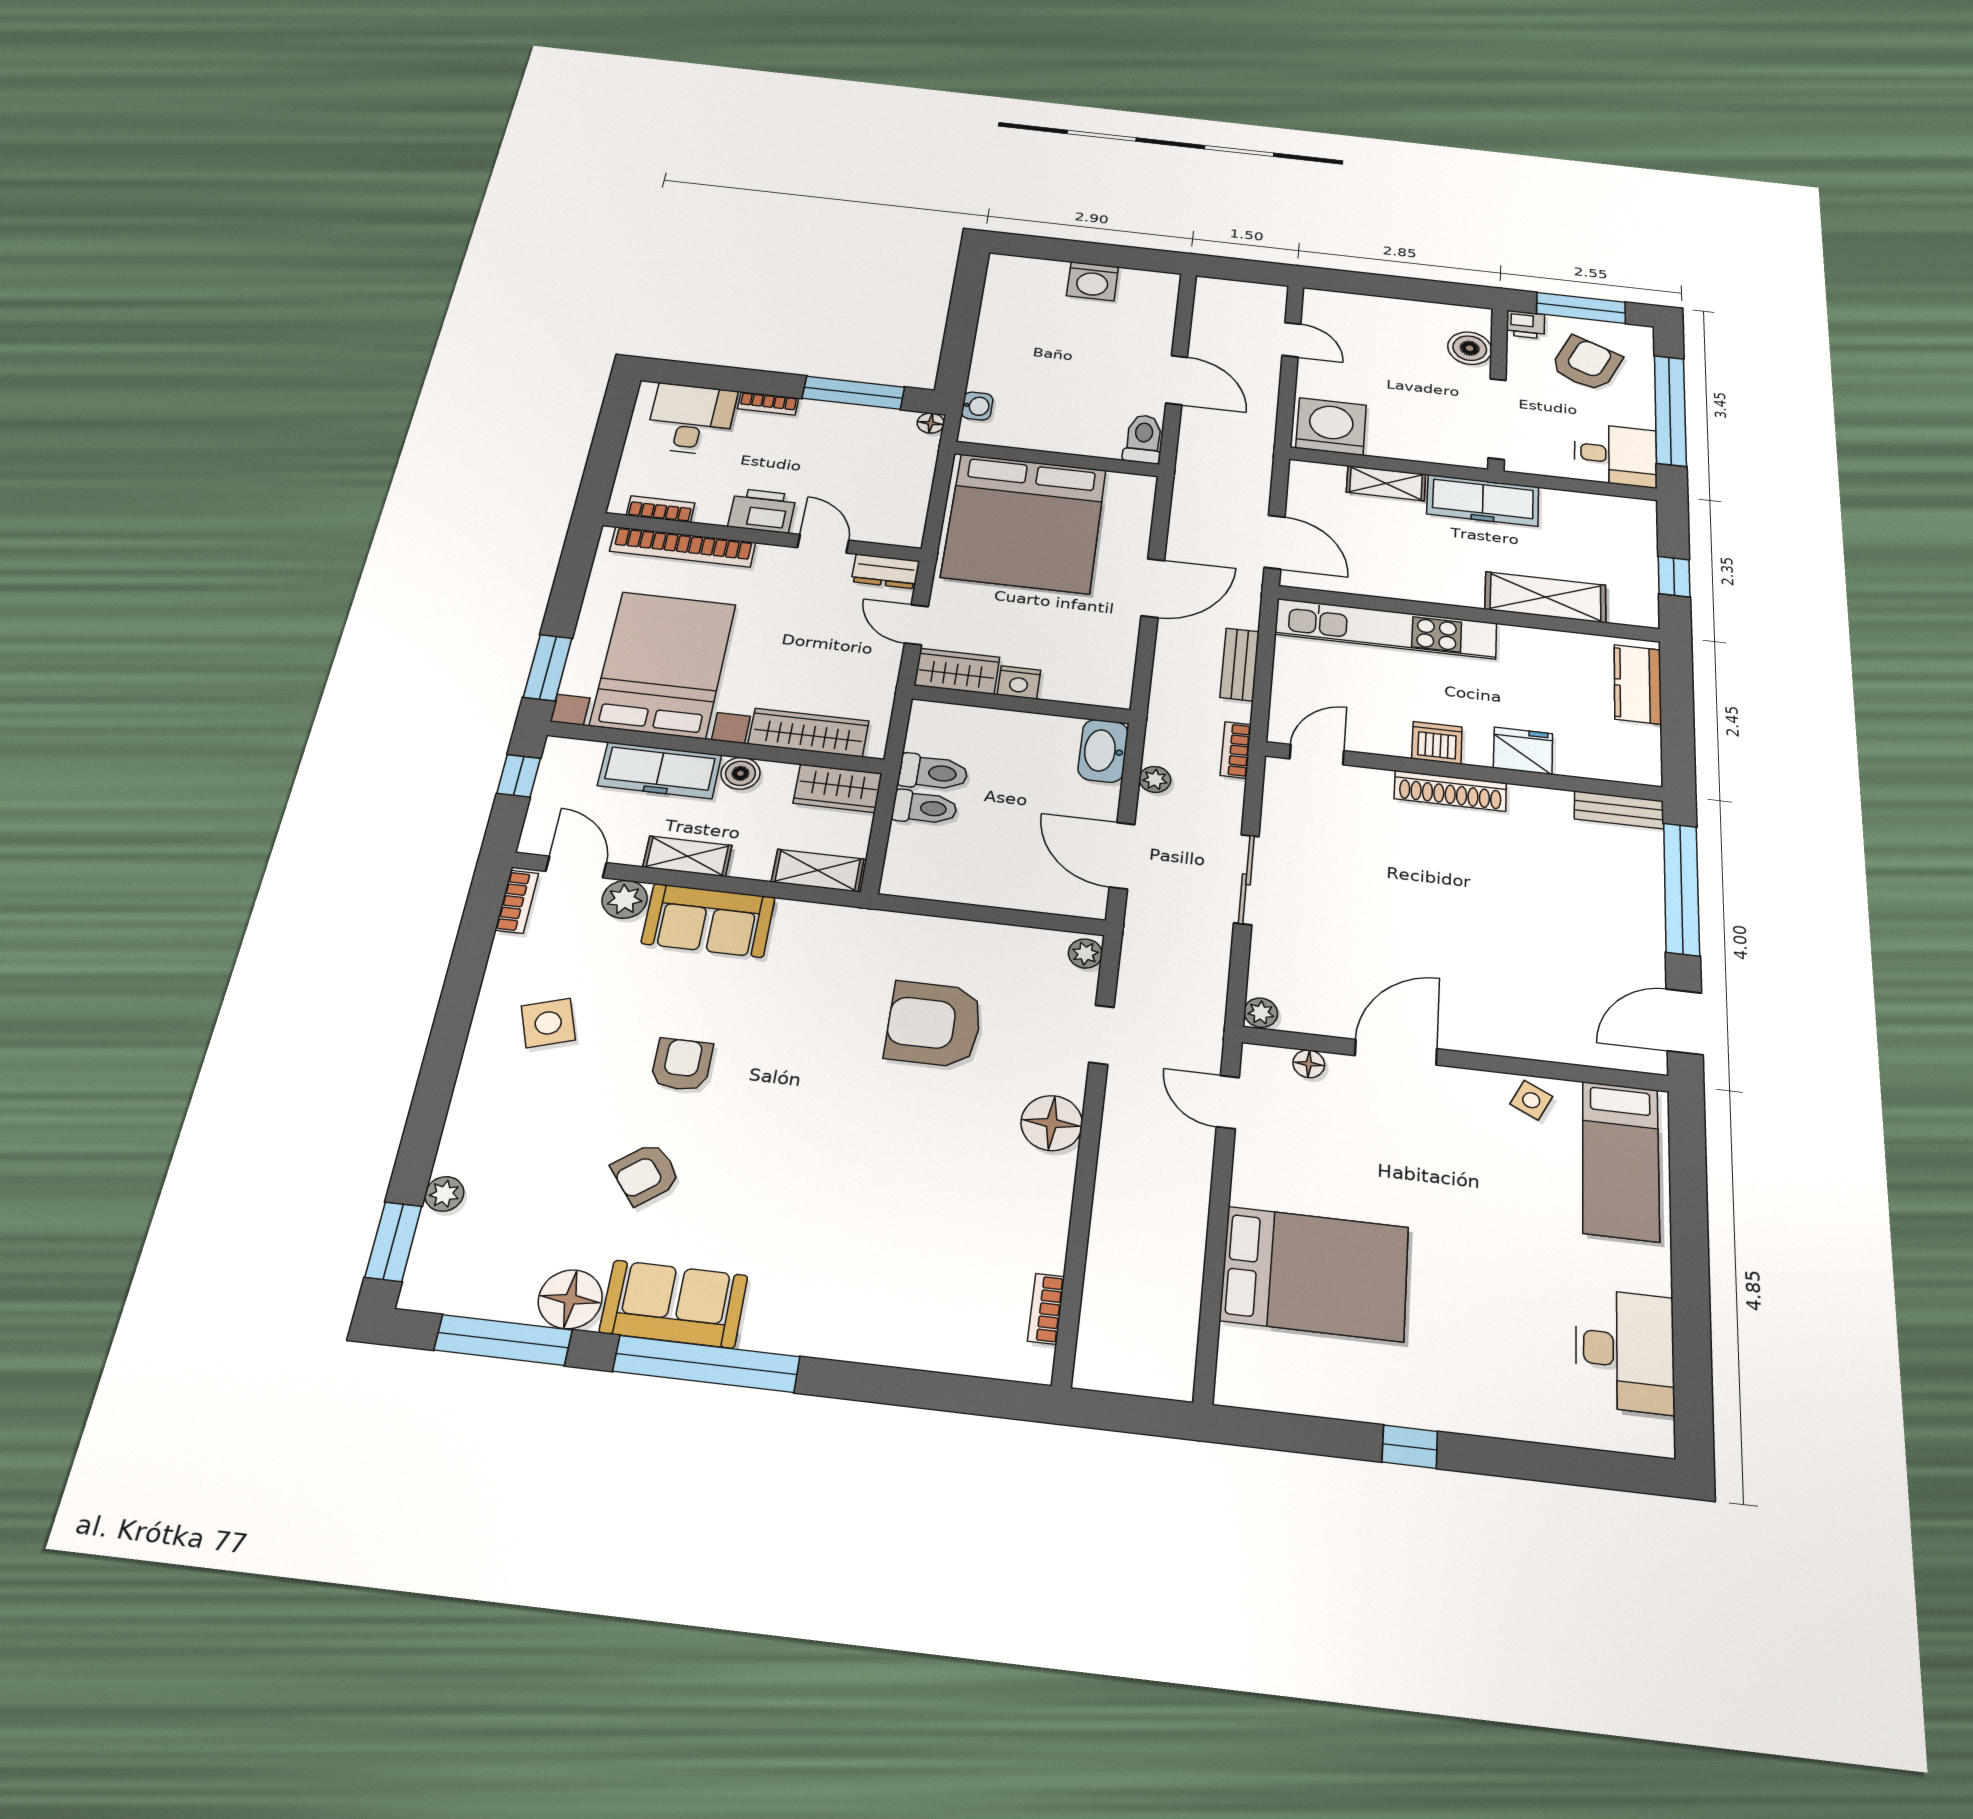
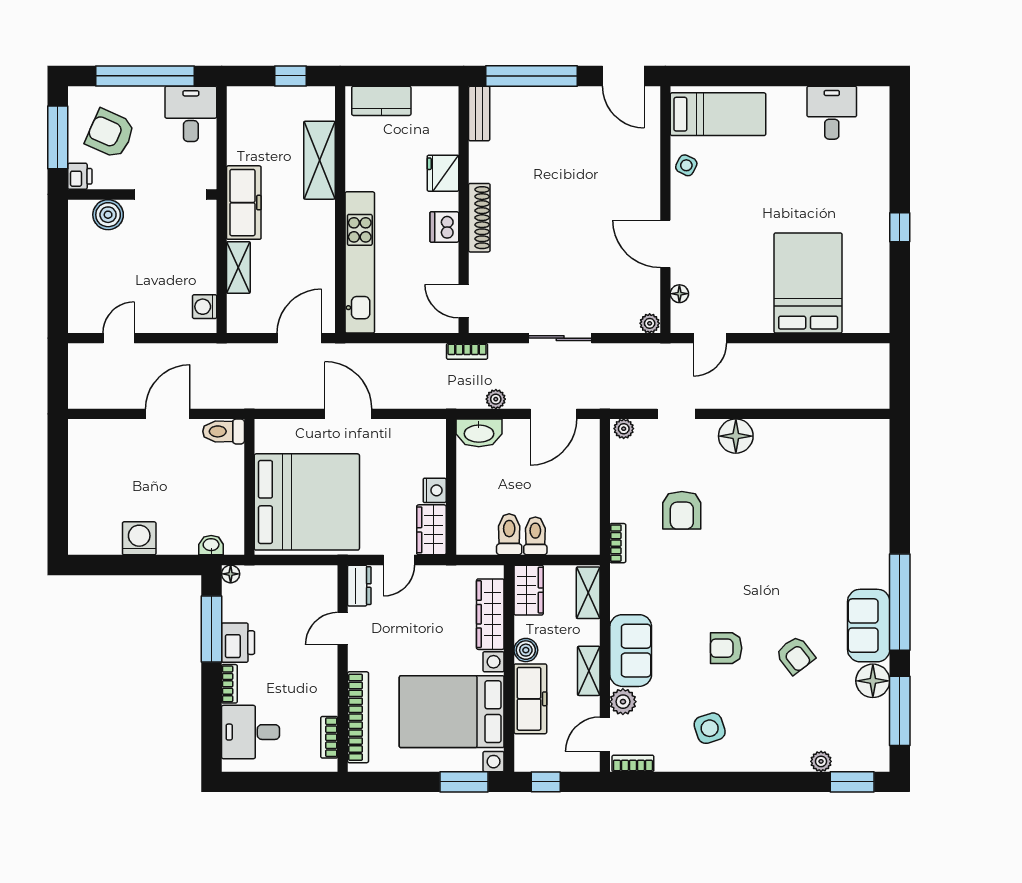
washing machine: (1093, 281) -> (139, 538), moved, turned -90
washing machine: (1331, 426) -> (205, 307), width x0.53, depth x0.53
printer: (762, 511) -> (238, 643), moved, turned 180
bench: (1240, 664) -> (401, 354), removed
armchair: (934, 1024) -> (682, 510), width x0.73, depth x0.73
bookcase: (1046, 1309) -> (618, 543), moved, turned -90
desk: (1625, 1351) -> (832, 113), width x0.73

